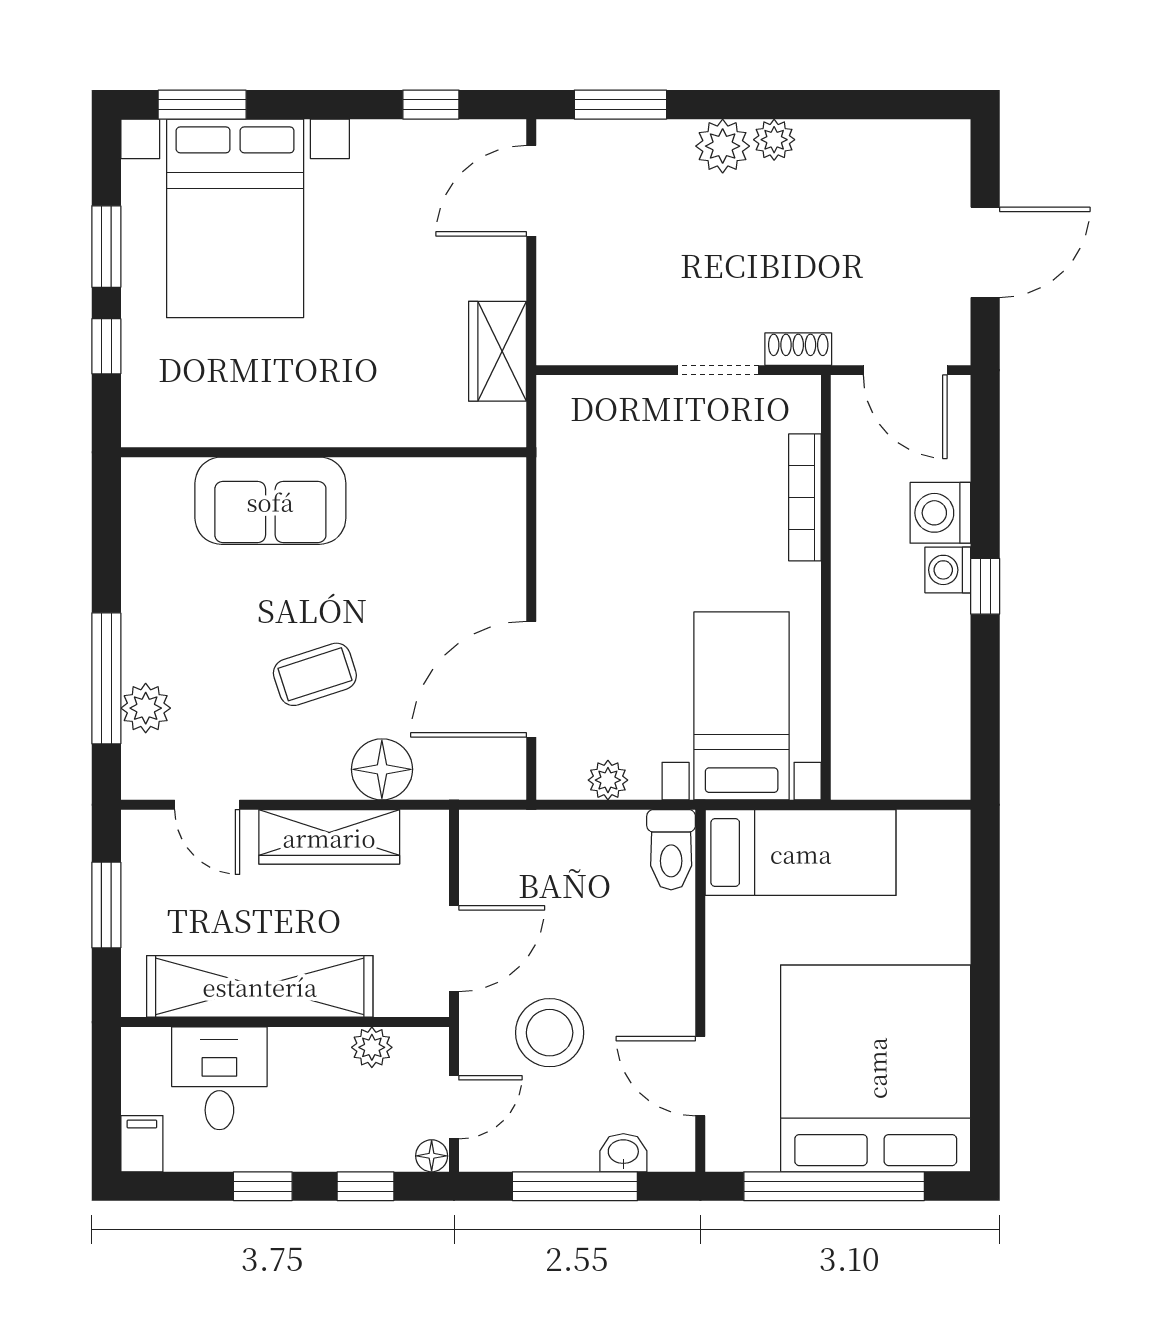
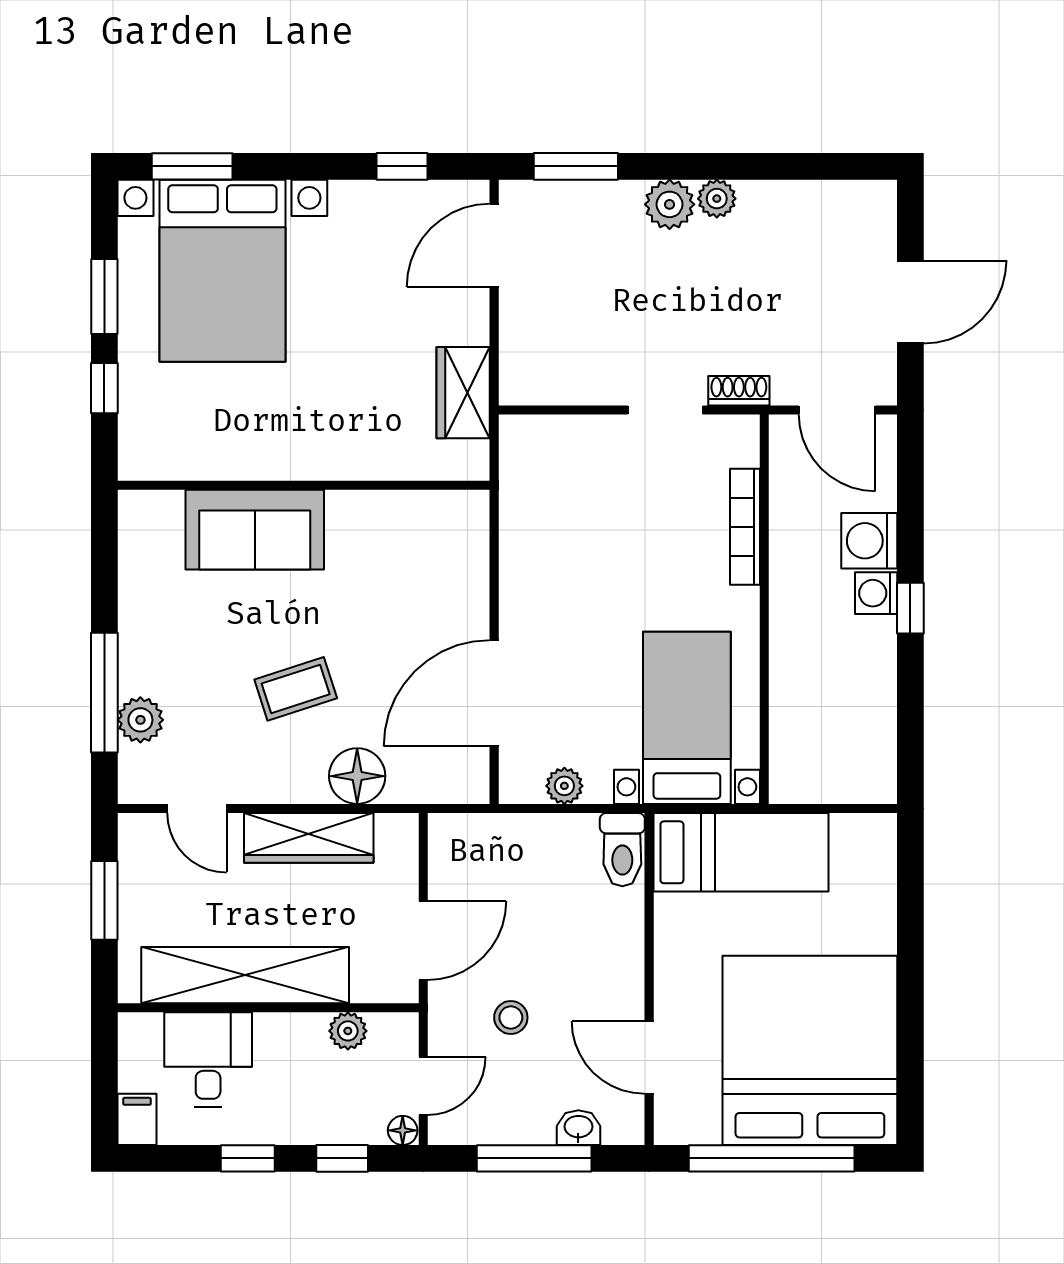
stool: (550, 1033) -> (511, 1018), width x0.53, depth x0.53

